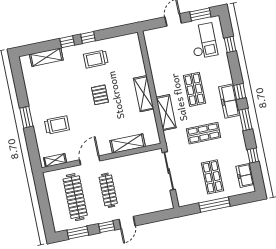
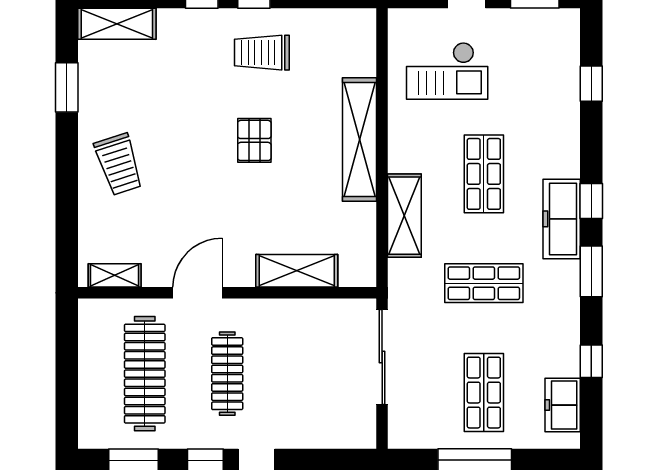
checkout: (203, 41) -> (447, 71), moved, turned 90
shelving: (46, 57) -> (117, 24), moved
shelving: (144, 94) -> (360, 140), width x1.47
window: (26, 117) -> (67, 87), moved
trolley: (57, 125) -> (119, 164), moved, turned 72

